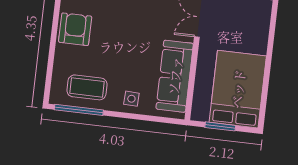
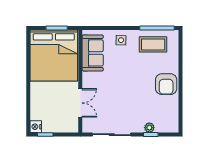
sofa: (175, 76) -> (93, 53), width x0.73
bed: (238, 89) -> (54, 56), width x1.36

